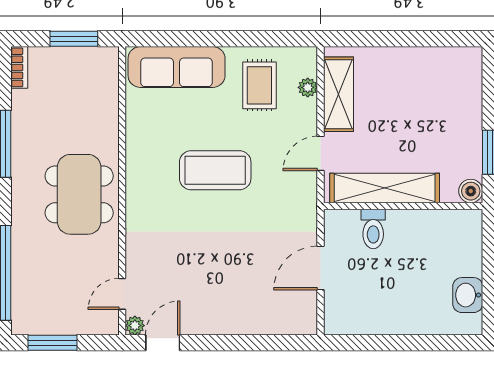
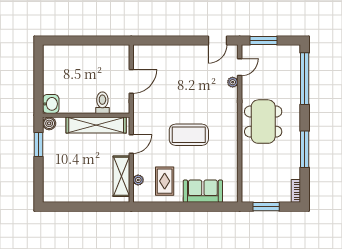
sofa: (177, 67) -> (203, 191), width x0.73
washbasin: (468, 295) -> (51, 104), moved
plant: (135, 326) -> (233, 82), moved
window: (52, 343) -> (264, 40), moved

